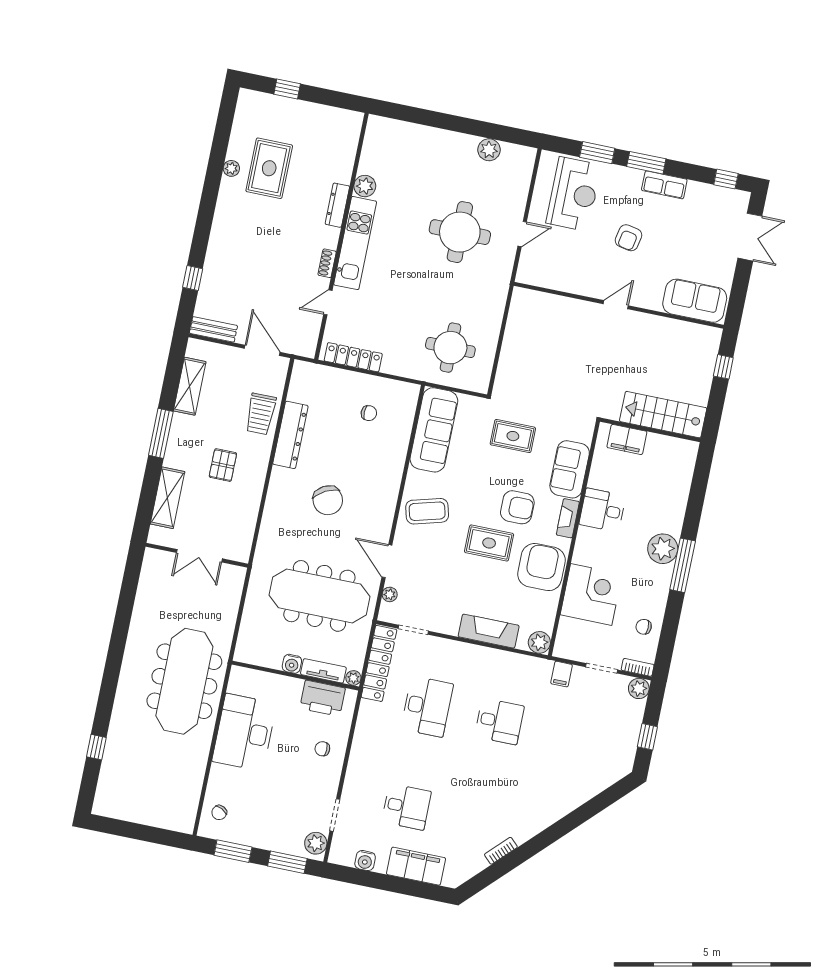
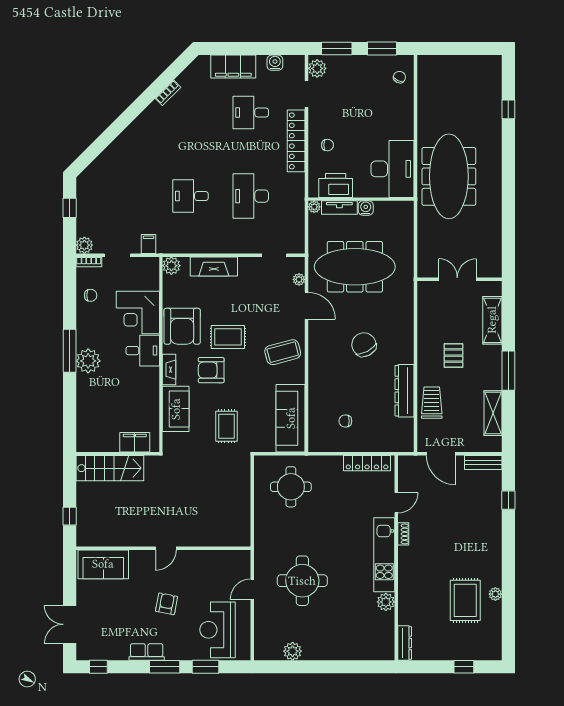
dresser: (337, 205) -> (405, 643), moved
rug: (513, 436) -> (226, 426), turned 90
desk: (603, 510) -> (143, 351), moved
locker: (379, 663) -> (296, 141), moved
desk: (244, 732) -> (392, 169), moved

